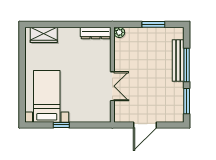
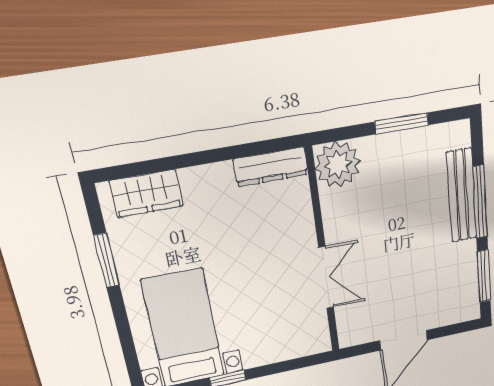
plant: (119, 32) -> (338, 165), width x1.88, depth x1.88
window: (22, 59) -> (106, 260), added

